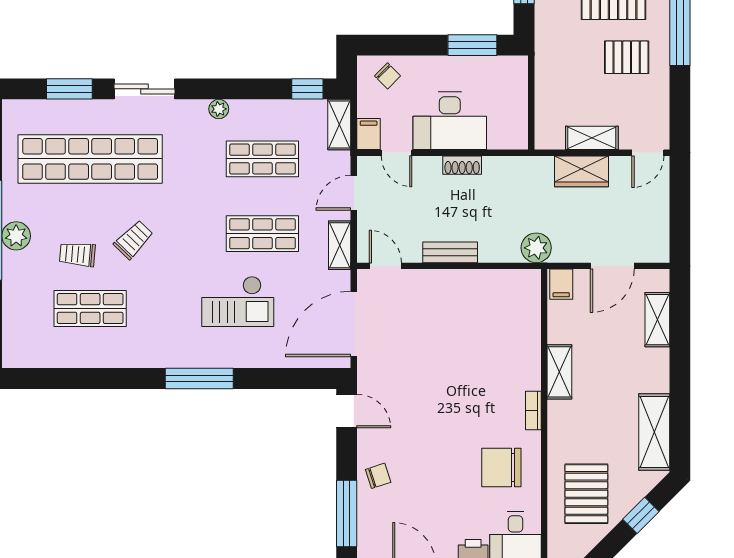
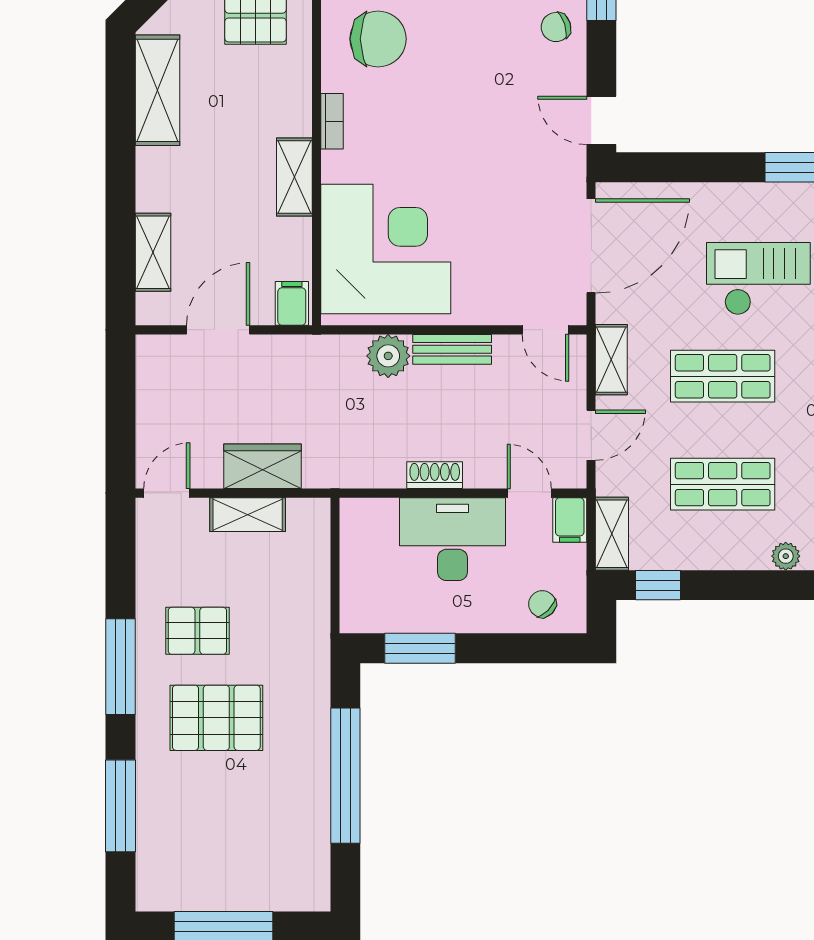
plant: (536, 248) -> (388, 356), moved
corner desk: (496, 322) -> (386, 249), added

